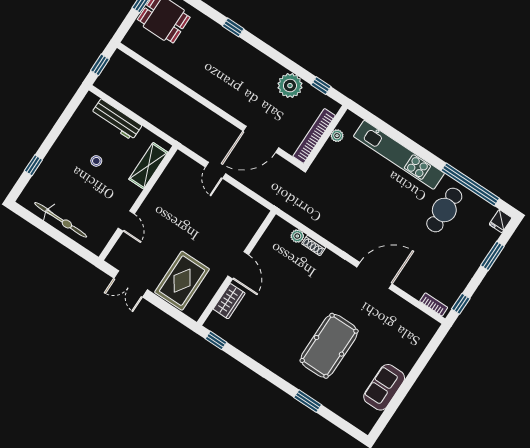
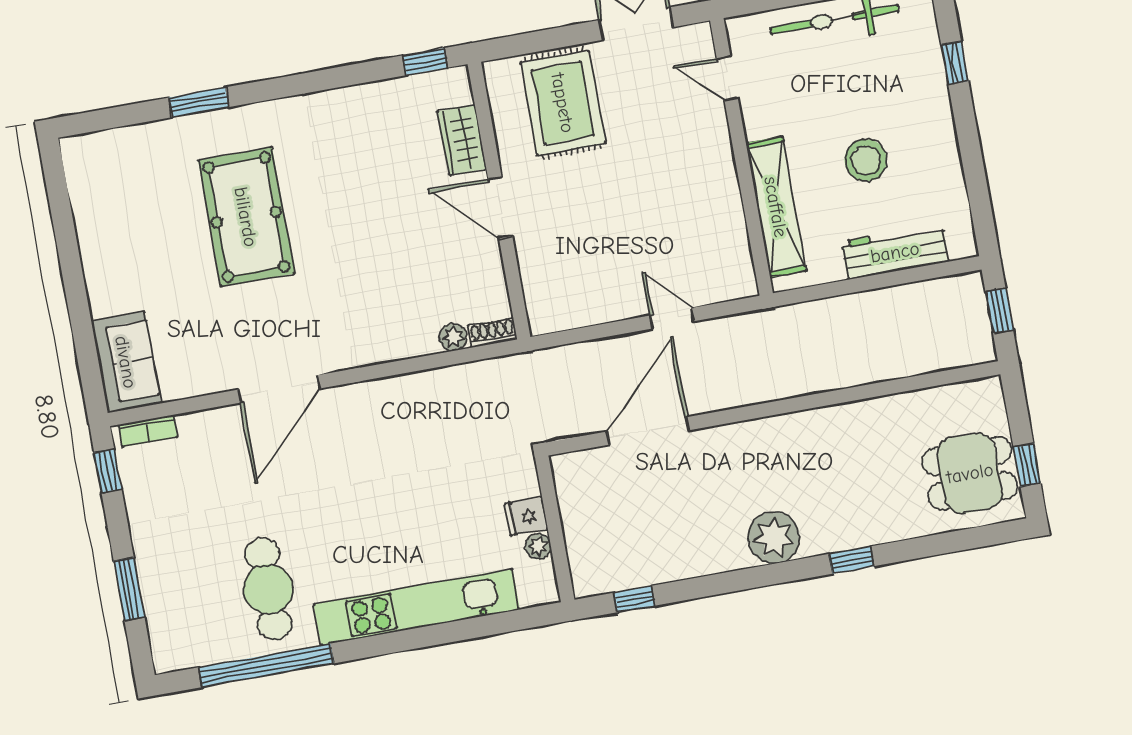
plant: (290, 86) -> (774, 538), moved
bookcase: (314, 136) -> (573, 513), removed
stool: (96, 161) -> (866, 160), width x1.89, depth x1.89
shelving: (148, 166) -> (776, 207), width x1.47
door: (126, 221) -> (727, 78), moved
fridge: (500, 221) -> (526, 516), moved, turned -90
shoe rack: (314, 246) -> (492, 332), moved
sofa: (384, 387) -> (126, 362), moved

